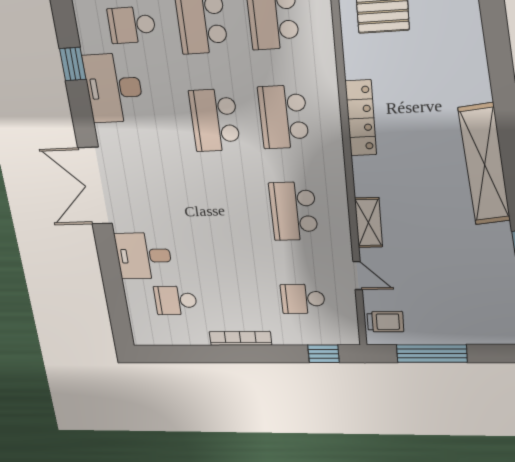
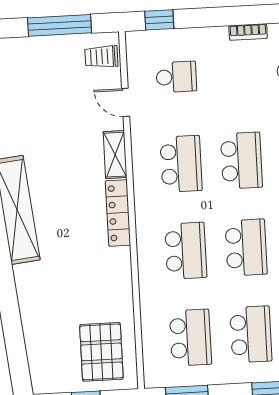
locker: (361, 118) -> (118, 213), moved
school desk: (227, 213) -> (241, 161), added
bookcase: (240, 338) -> (248, 32), width x0.64

